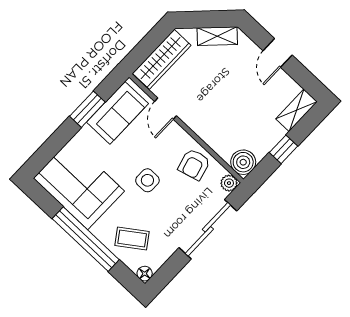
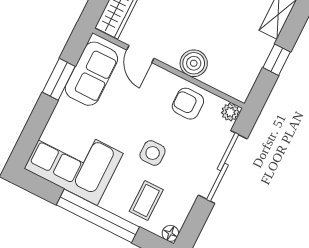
boiler: (243, 162) -> (194, 63), moved
armchair: (194, 164) -> (188, 104), turned 105
side table: (147, 180) -> (153, 153), moved
coffee table: (132, 238) -> (146, 201), turned -55

